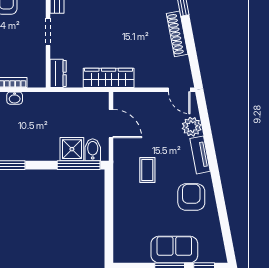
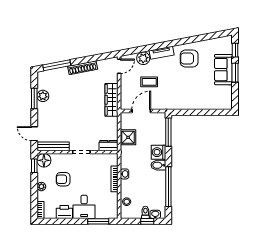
wardrobe: (109, 78) -> (111, 100), moved
shower: (72, 149) -> (128, 137), moved
washing machine: (48, 150) -> (158, 152), added
bidet: (93, 150) -> (158, 165), moved
coffee table: (147, 170) -> (149, 82), moved

